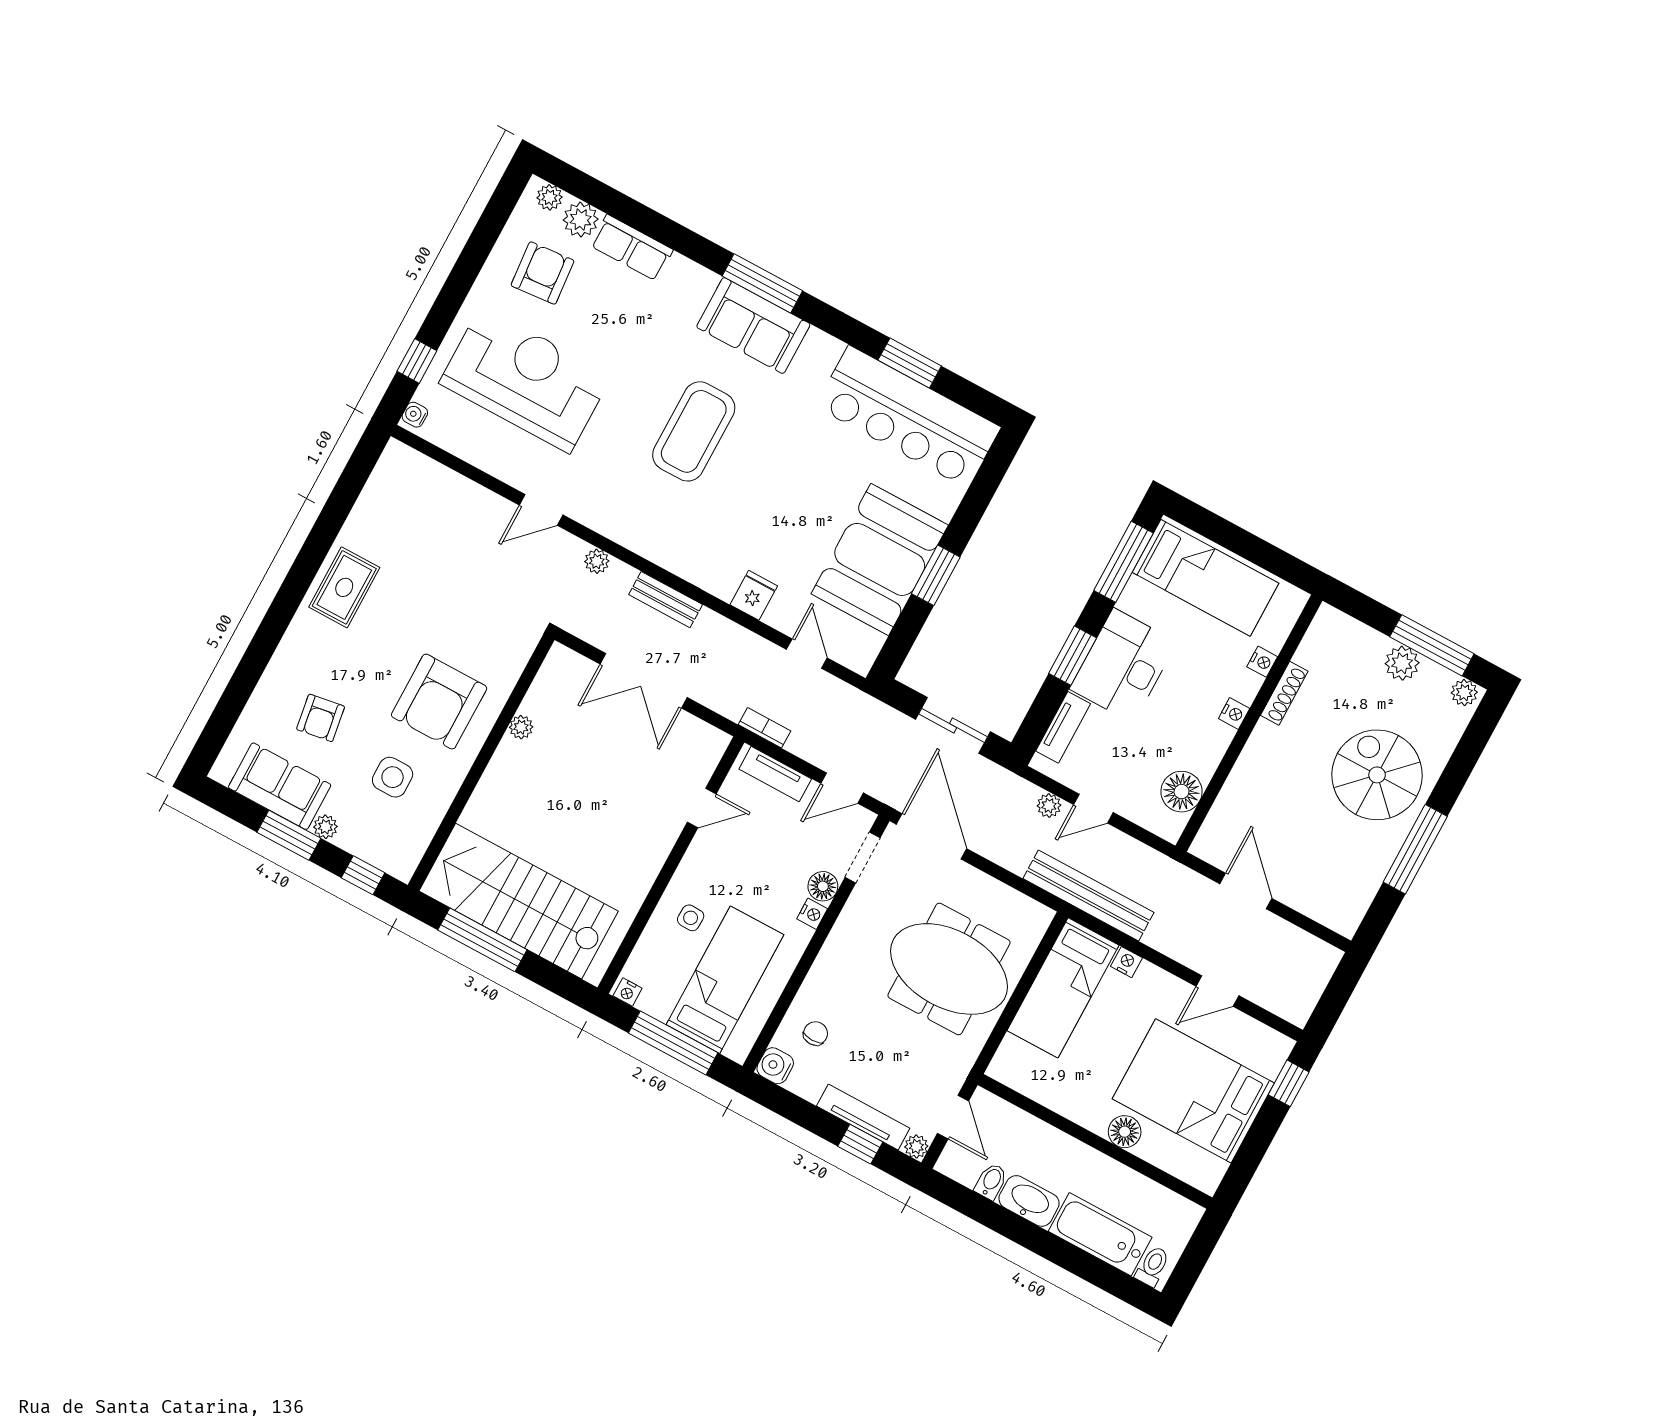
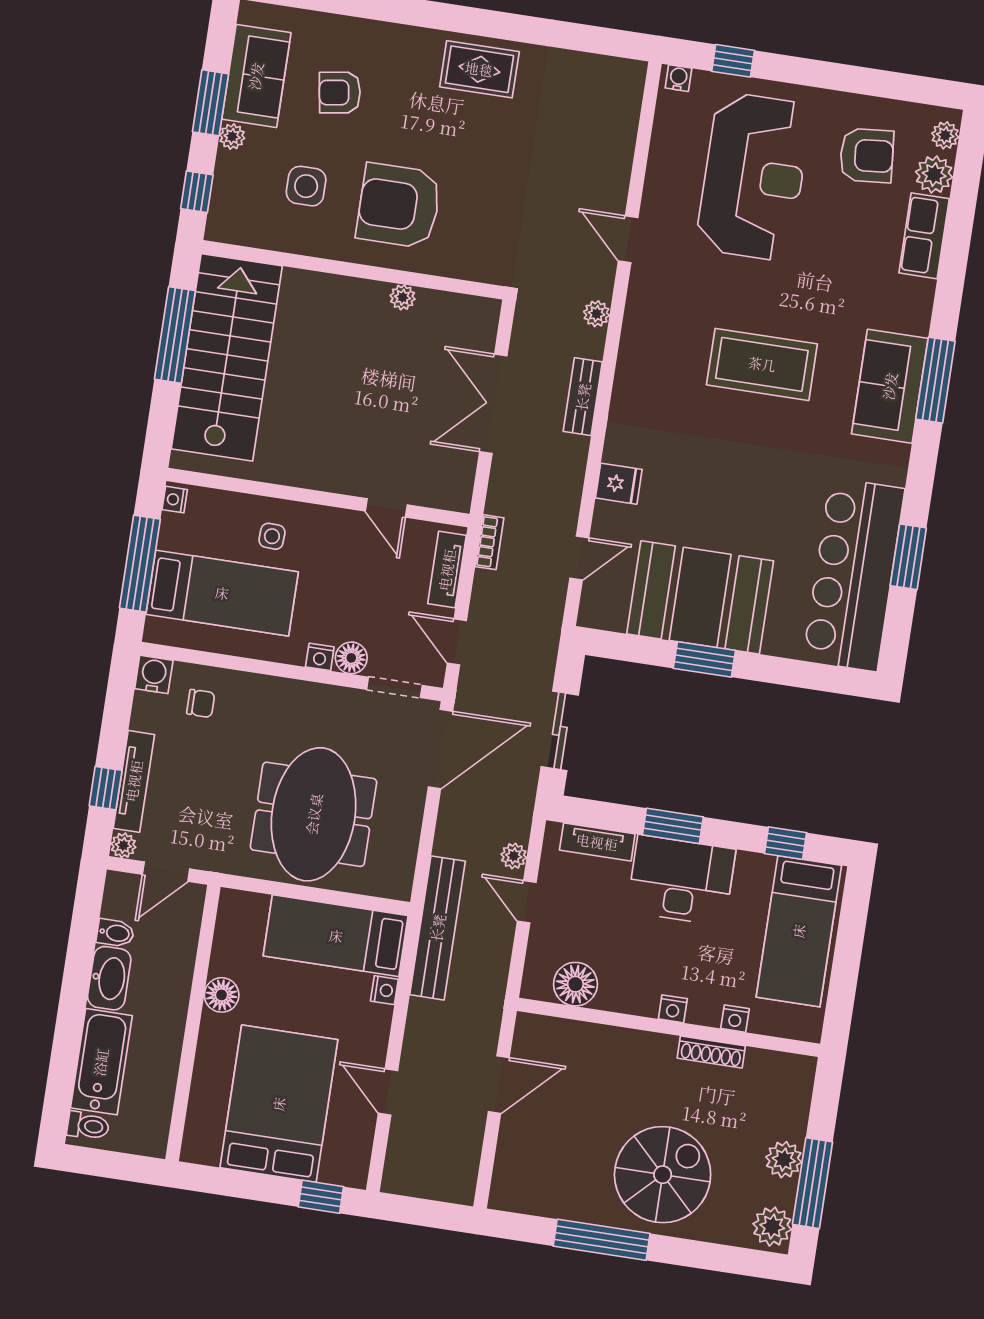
window: (1123, 562) -> (786, 843), width x0.46
plant: (1464, 693) -> (772, 1227), width x1.38, depth x1.38
floor lamp: (1125, 1132) -> (222, 995), moved

